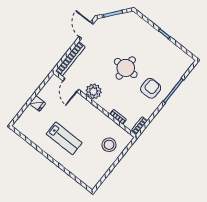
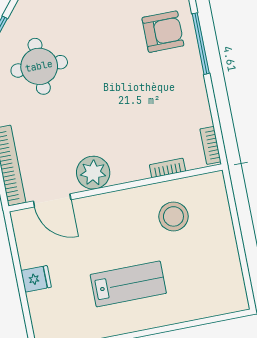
round table: (126, 68) -> (39, 66), moved
armchair: (151, 88) -> (163, 32), moved, turned 90
stool: (109, 145) -> (173, 216), moved

